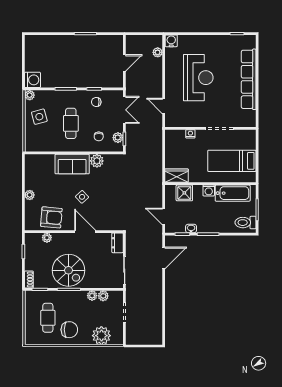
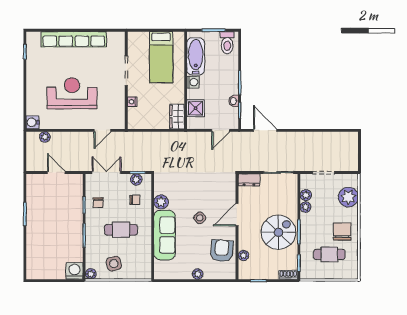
sofa: (72, 164) -> (165, 235), width x1.36

